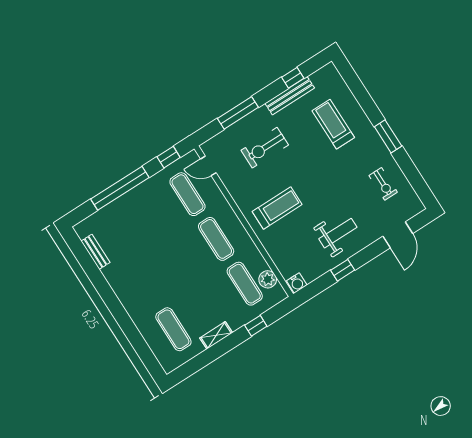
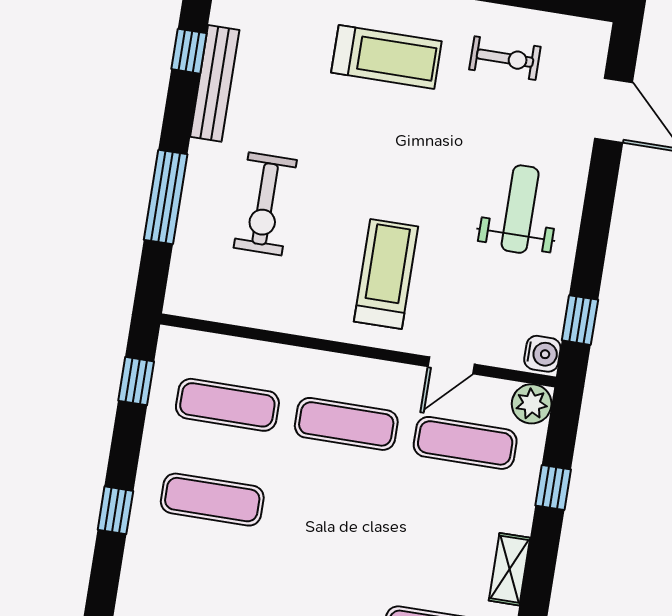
treadmill: (333, 124) -> (386, 57), moved, turned 180
door: (208, 166) -> (451, 365), moved
window: (120, 188) -> (115, 510), width x0.32
exercise mat: (152, 217) -> (212, 500), added
window: (343, 270) -> (580, 320), moved
plant: (268, 279) -> (532, 404), moved

